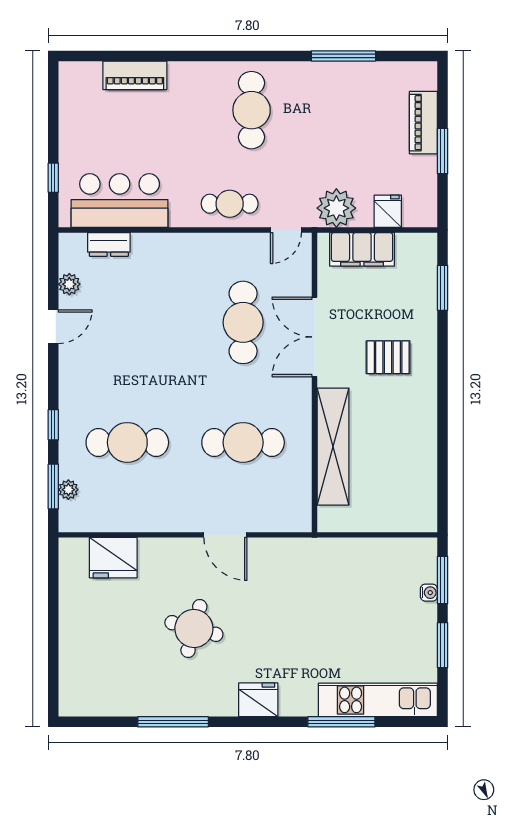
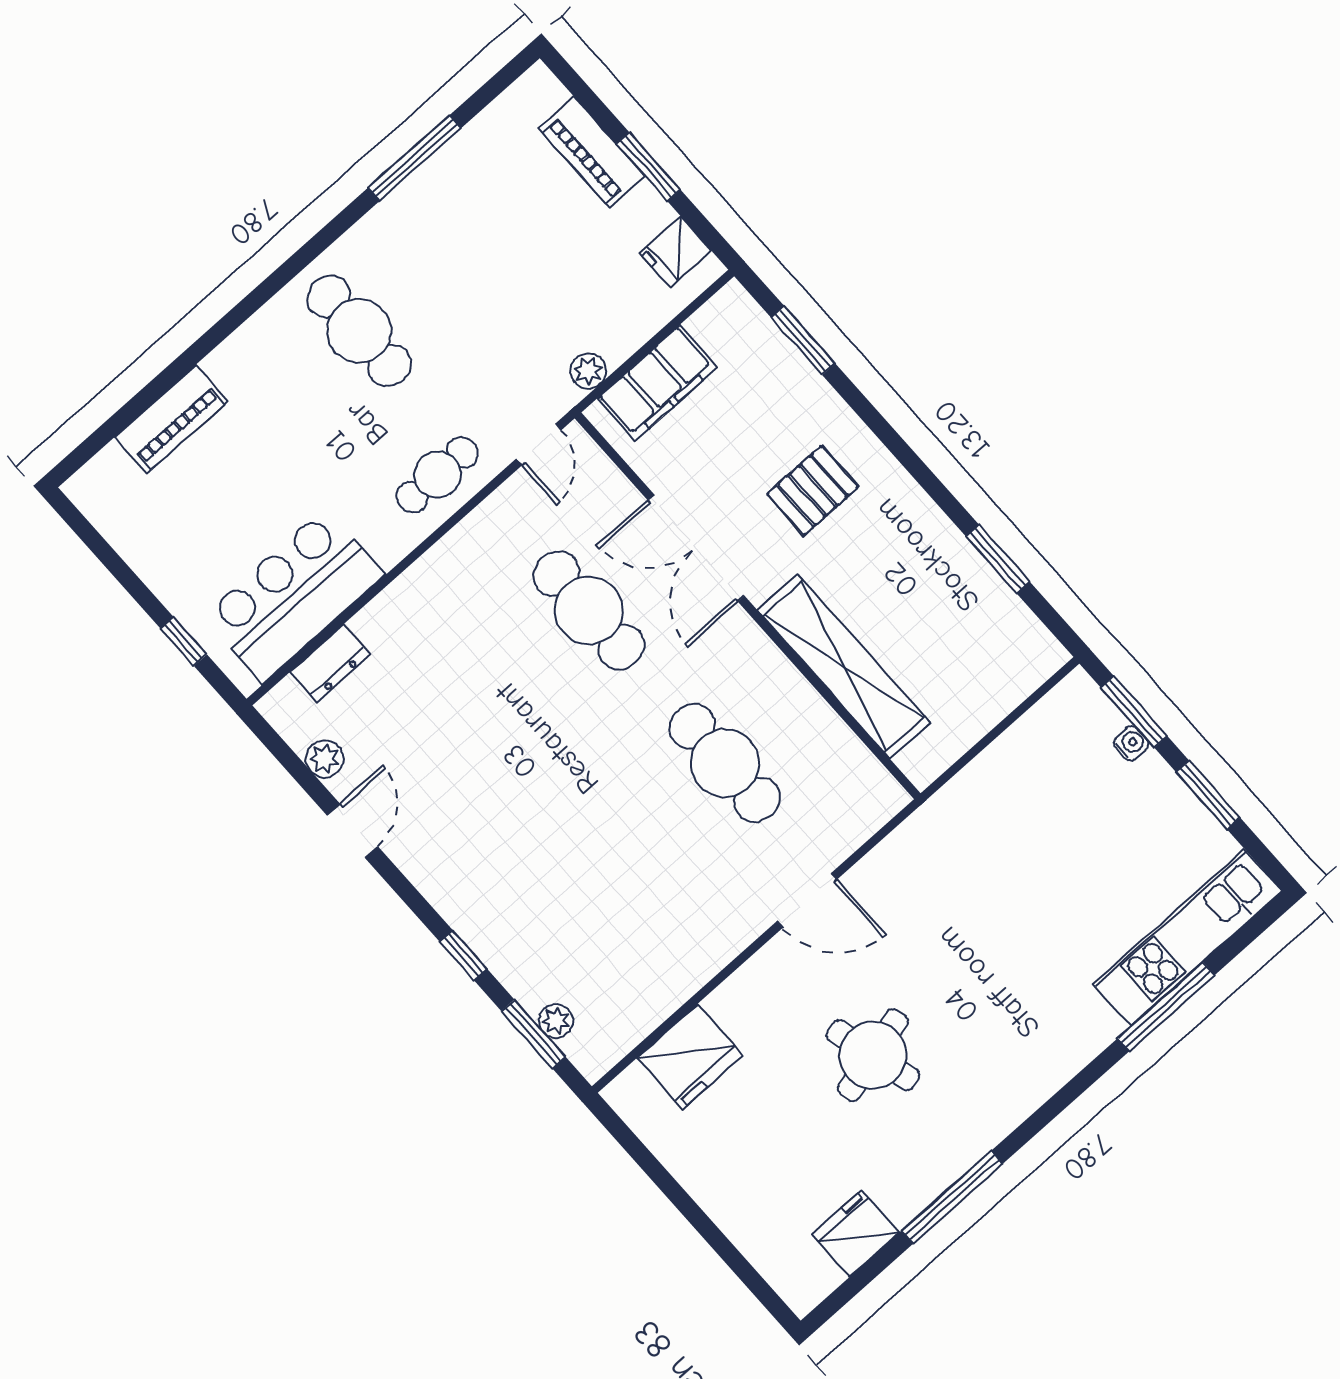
plant: (336, 208) -> (588, 371), width x0.53, depth x0.53
fridge: (388, 211) -> (675, 252), moved, turned -90
cafe table: (127, 442) -> (578, 894), removed
cafe table: (243, 442) -> (725, 763), turned 90
window: (443, 460) -> (998, 559), added
round table: (194, 628) -> (873, 1055), turned -30
fridge: (258, 700) -> (855, 1233), moved

